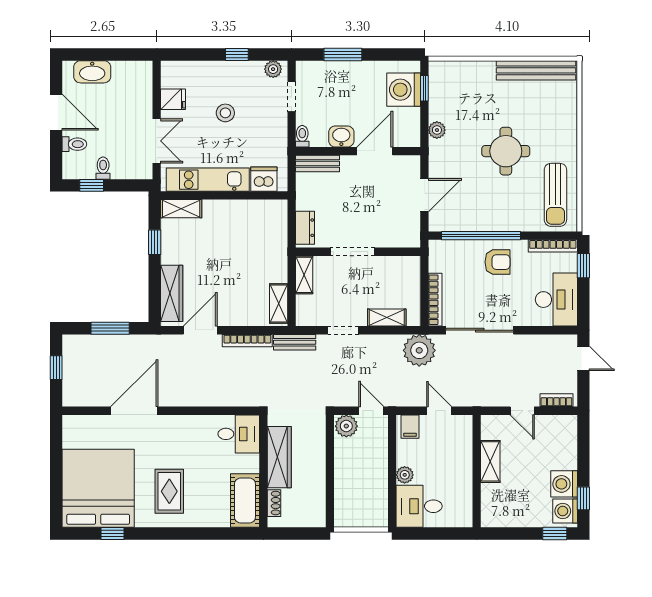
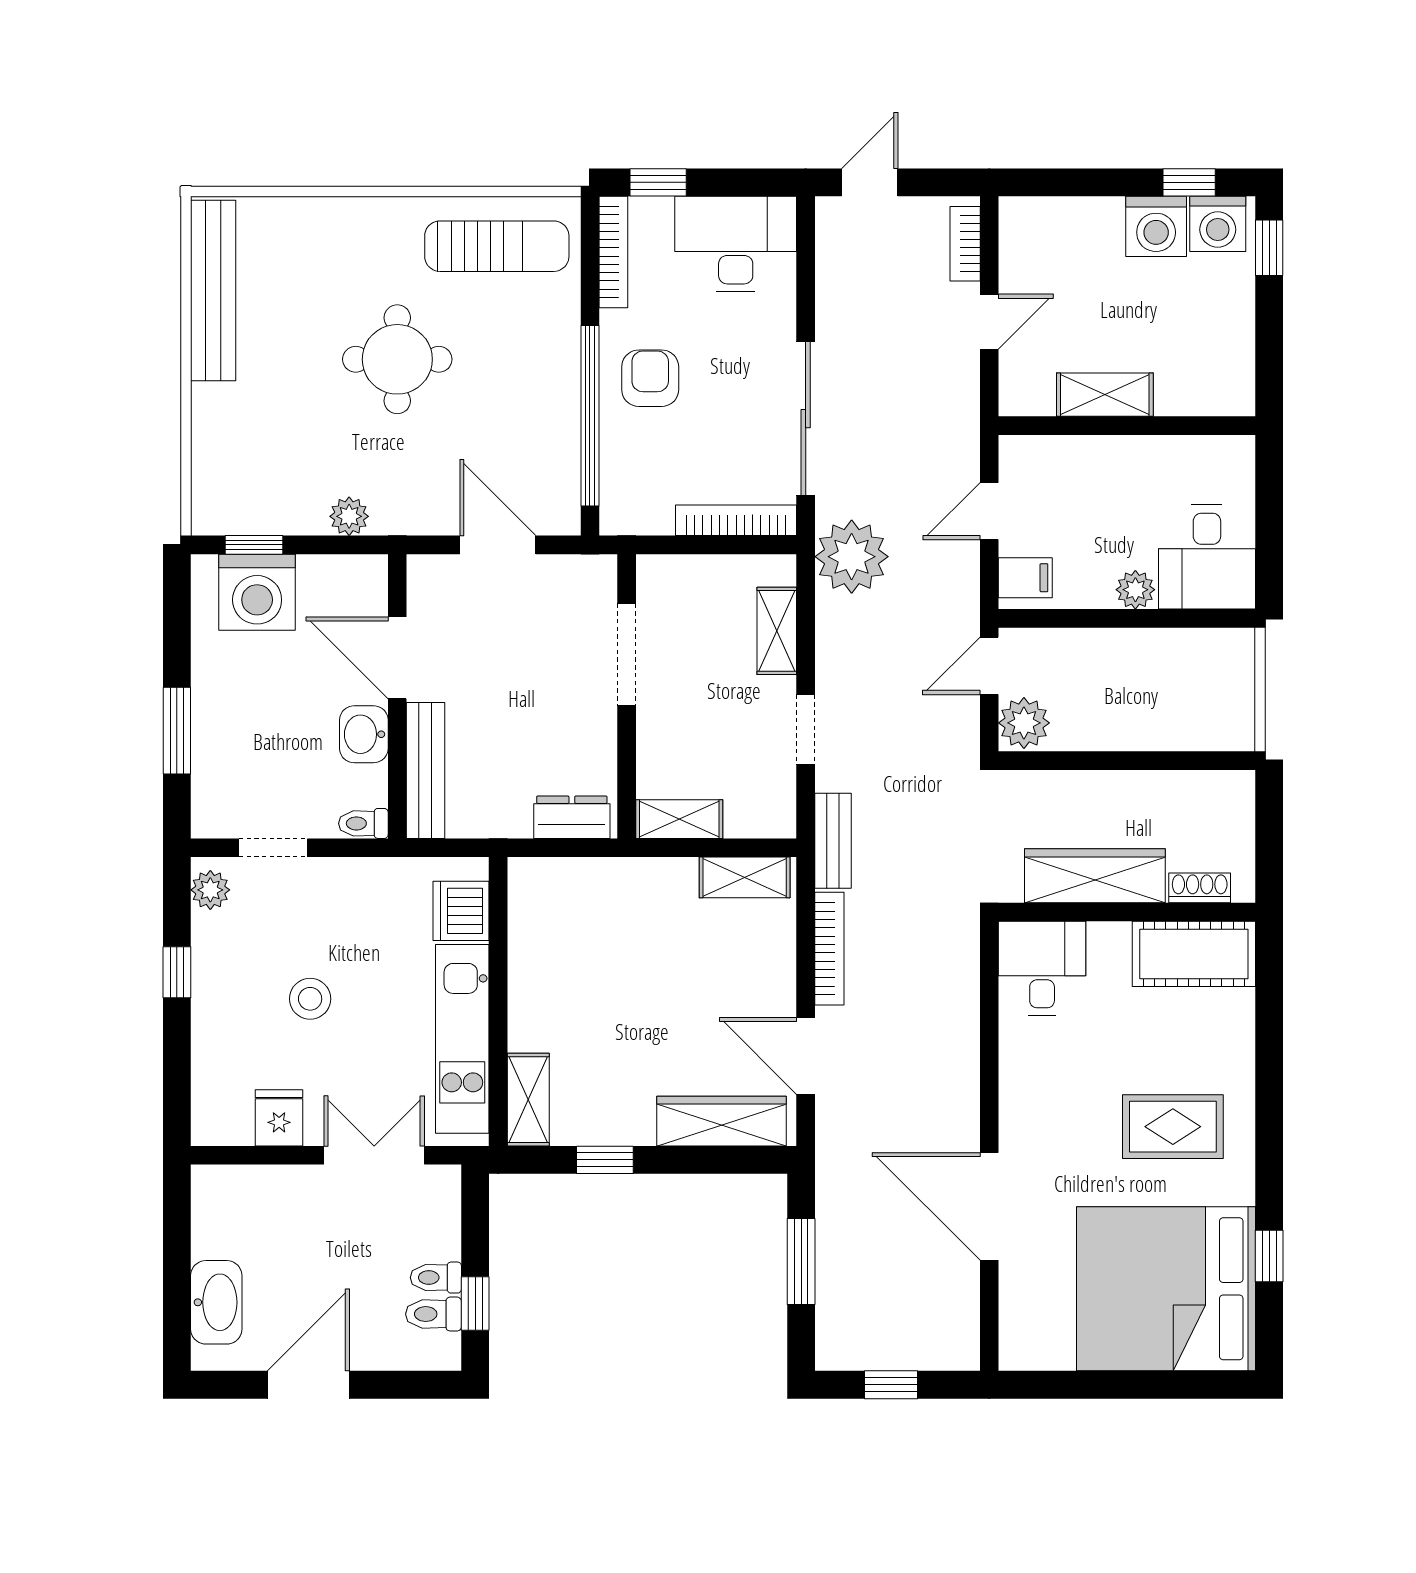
toilet: (74, 144) -> (434, 1314), moved, turned -90
bench: (317, 164) -> (425, 770), width x1.36
doorway: (352, 252) -> (627, 654), moved

